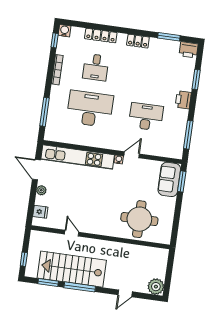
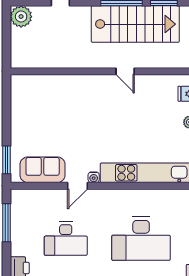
sofa: (169, 179) -> (43, 170), moved, turned -90
round table: (139, 219) -> (55, 102), removed
door: (72, 233) -> (125, 71), moved

